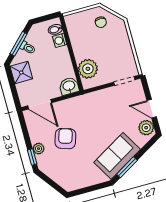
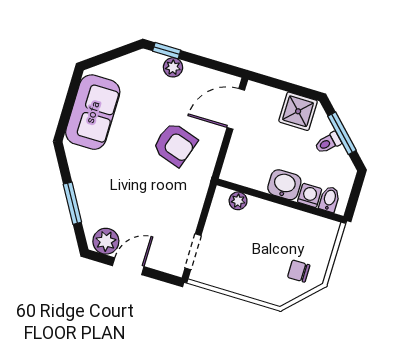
plant: (88, 69) -> (238, 201), width x0.53, depth x0.53
washbasin: (69, 86) -> (284, 185), moved, turned -90
armchair: (65, 139) -> (175, 144), moved
sofa: (117, 156) -> (93, 112), moved, turned 30
window: (127, 167) -> (72, 203), moved

